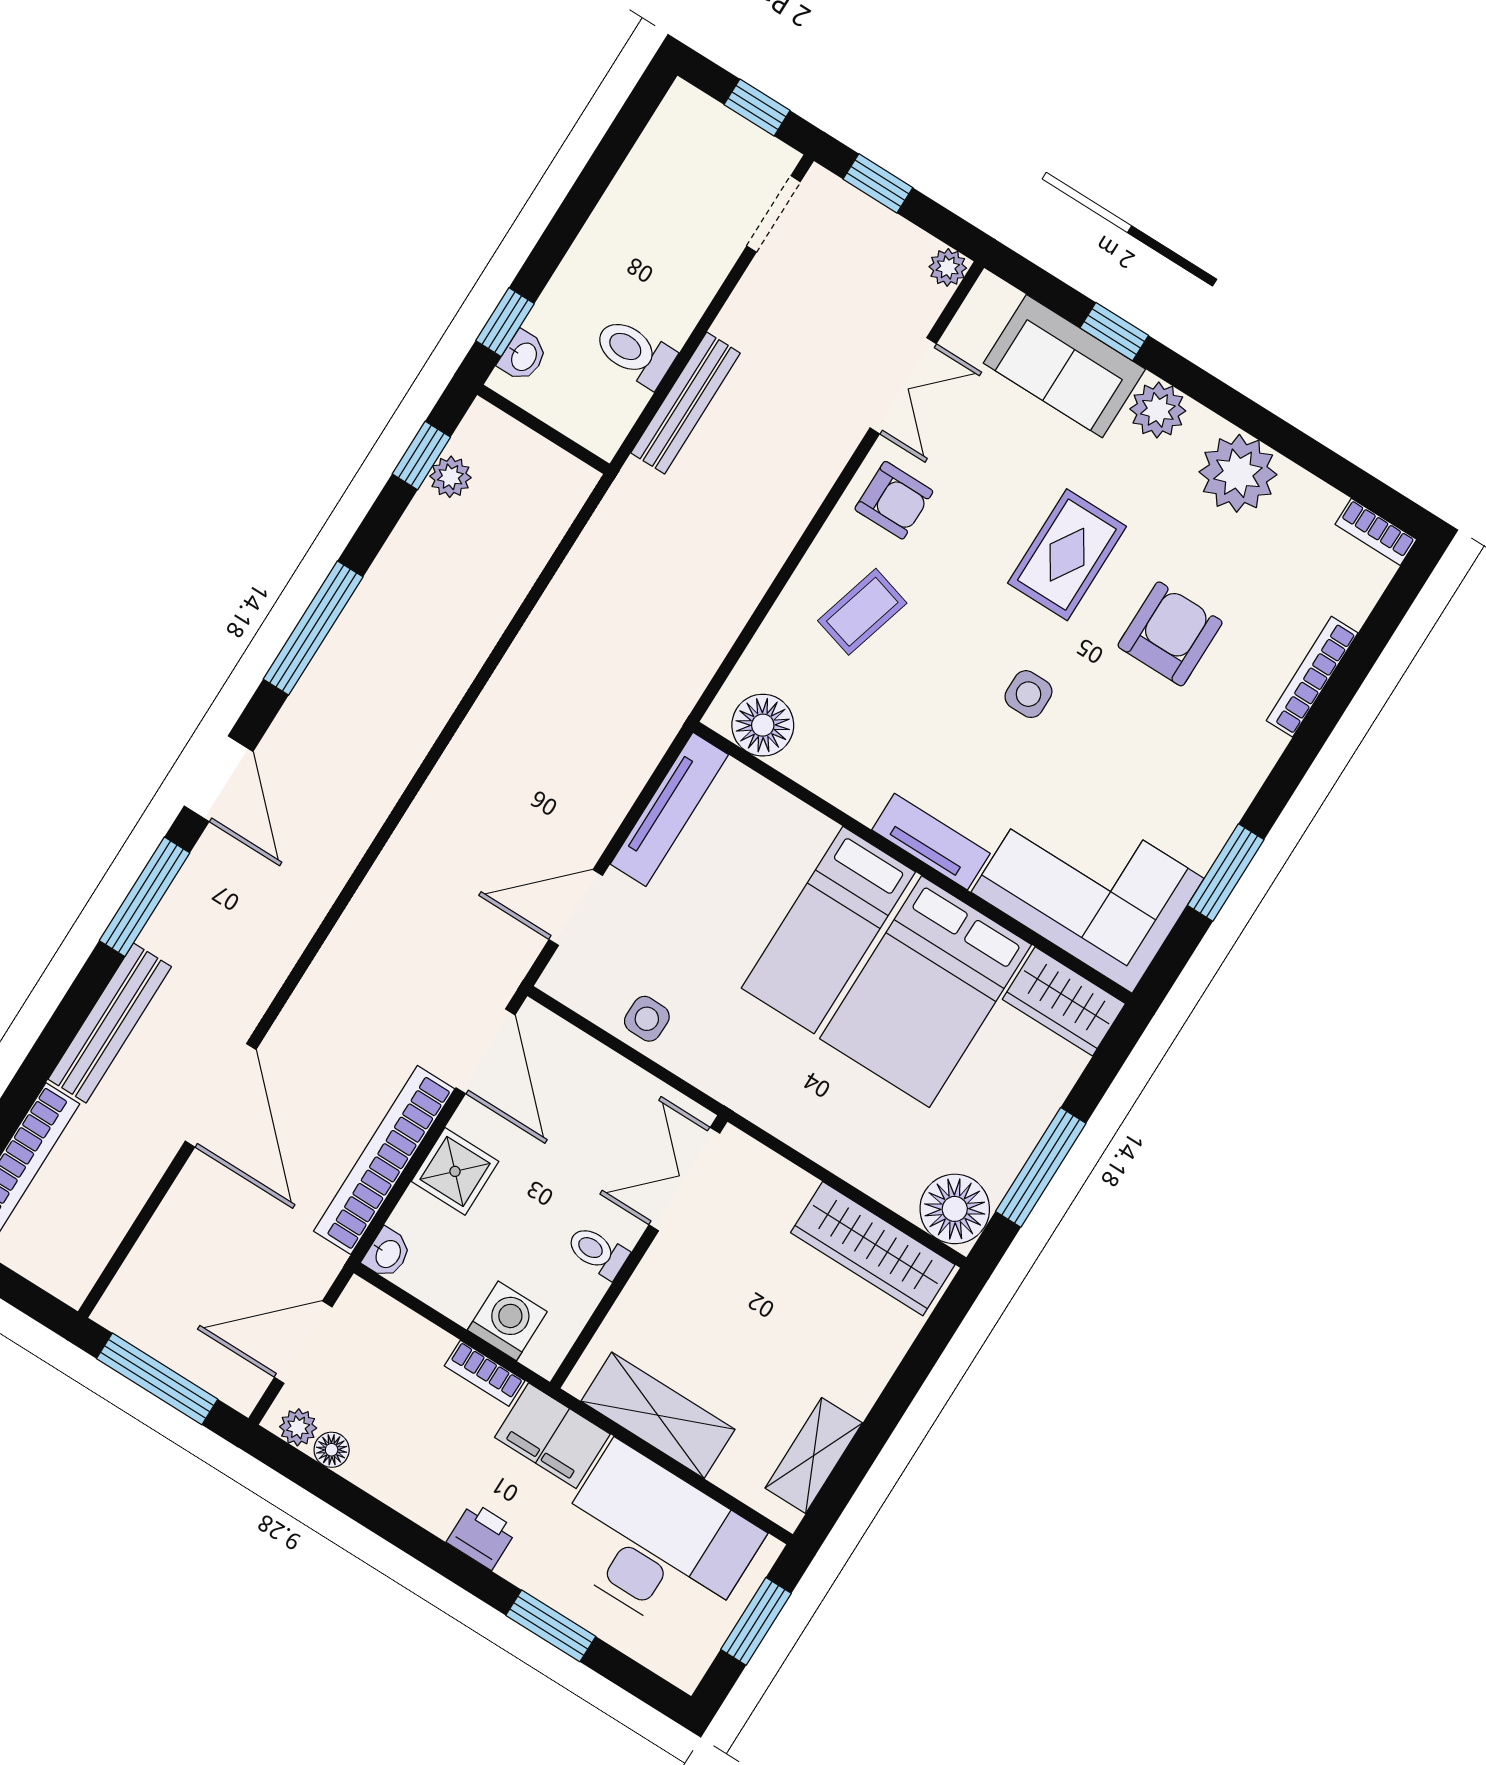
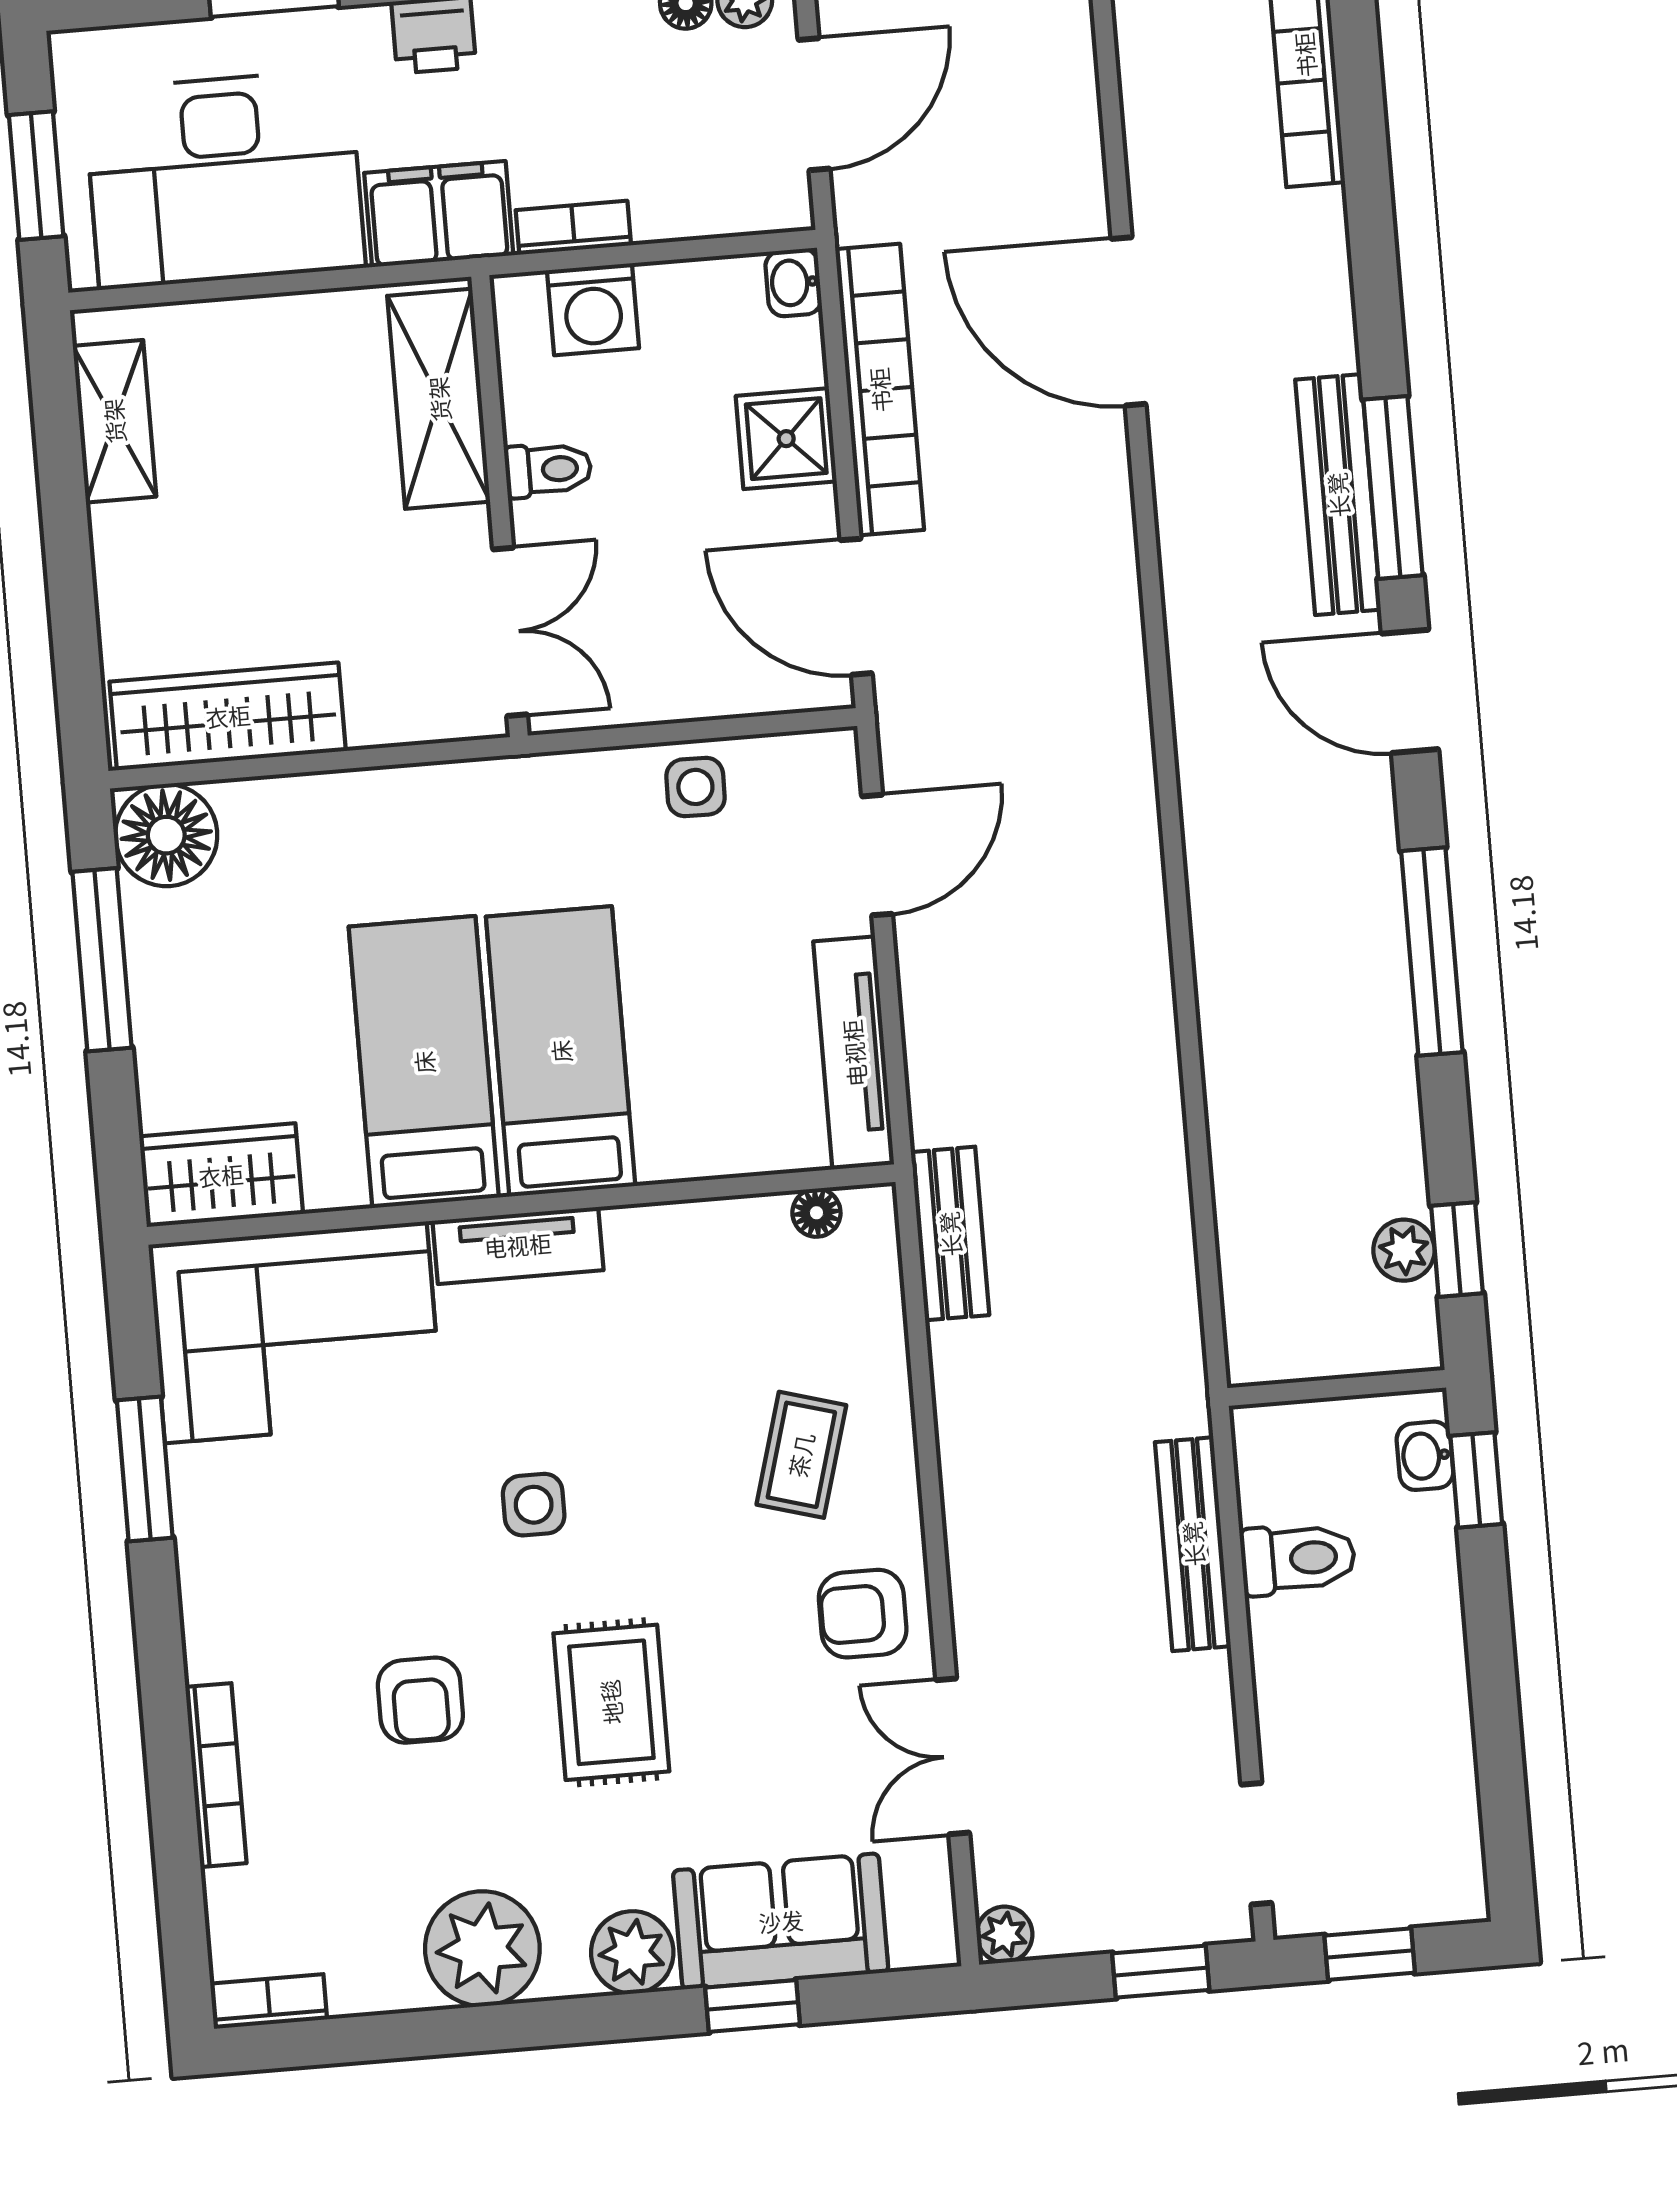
armchair: (1170, 634) -> (420, 1700), width x0.72, depth x0.72
bench: (691, 671) -> (950, 1234), added
floor lamp: (763, 725) -> (816, 1213), width x0.53, depth x0.53
bed: (926, 992) -> (424, 1062), width x0.67
bench: (110, 1023) -> (1338, 495), moved
shelving: (658, 1415) -> (439, 399), moved, turned 90

